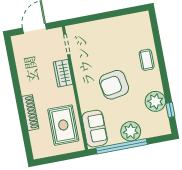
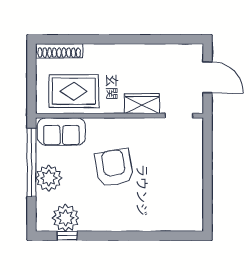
coffee table: (147, 60) -> (139, 217), removed
plant: (155, 101) -> (66, 218), moved
shoe rack: (30, 113) -> (59, 51), moved

